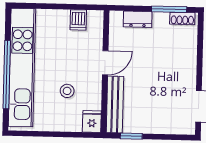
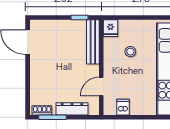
dresser: (138, 19) -> (72, 109), width x1.44
door: (105, 63) -> (101, 87), moved

